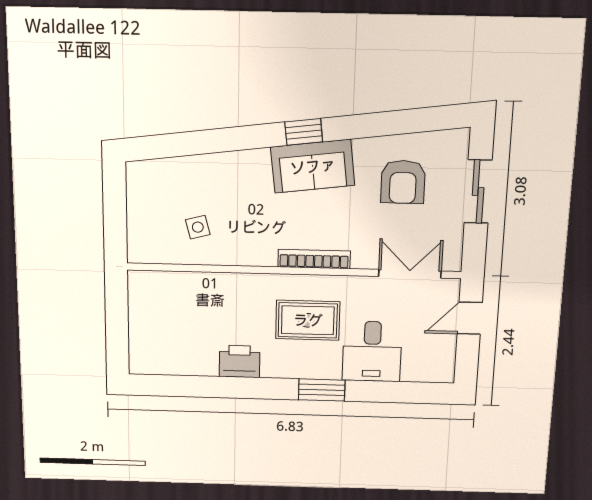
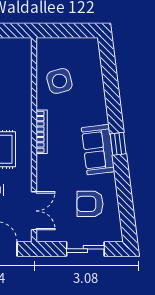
side table: (198, 227) -> (59, 81), width x1.87, depth x1.87
bookcase: (314, 259) -> (42, 132), moved

